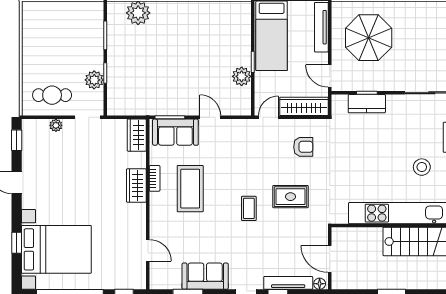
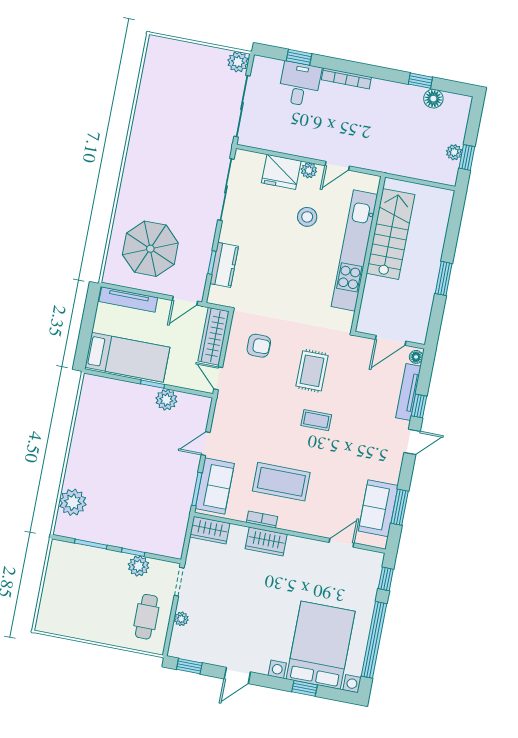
armchair: (303, 147) -> (259, 346), turned 90
sofa: (205, 276) -> (378, 508), moved

